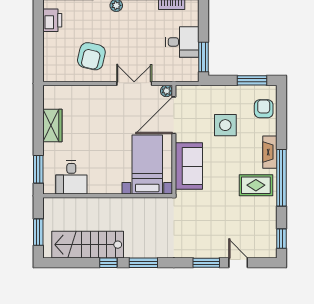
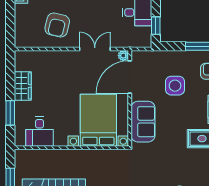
window: (203, 57) -> (156, 26), width x0.67
bed with nightstands: (147, 164) -> (98, 120), width x1.36
window: (38, 169) -> (10, 113), moved

